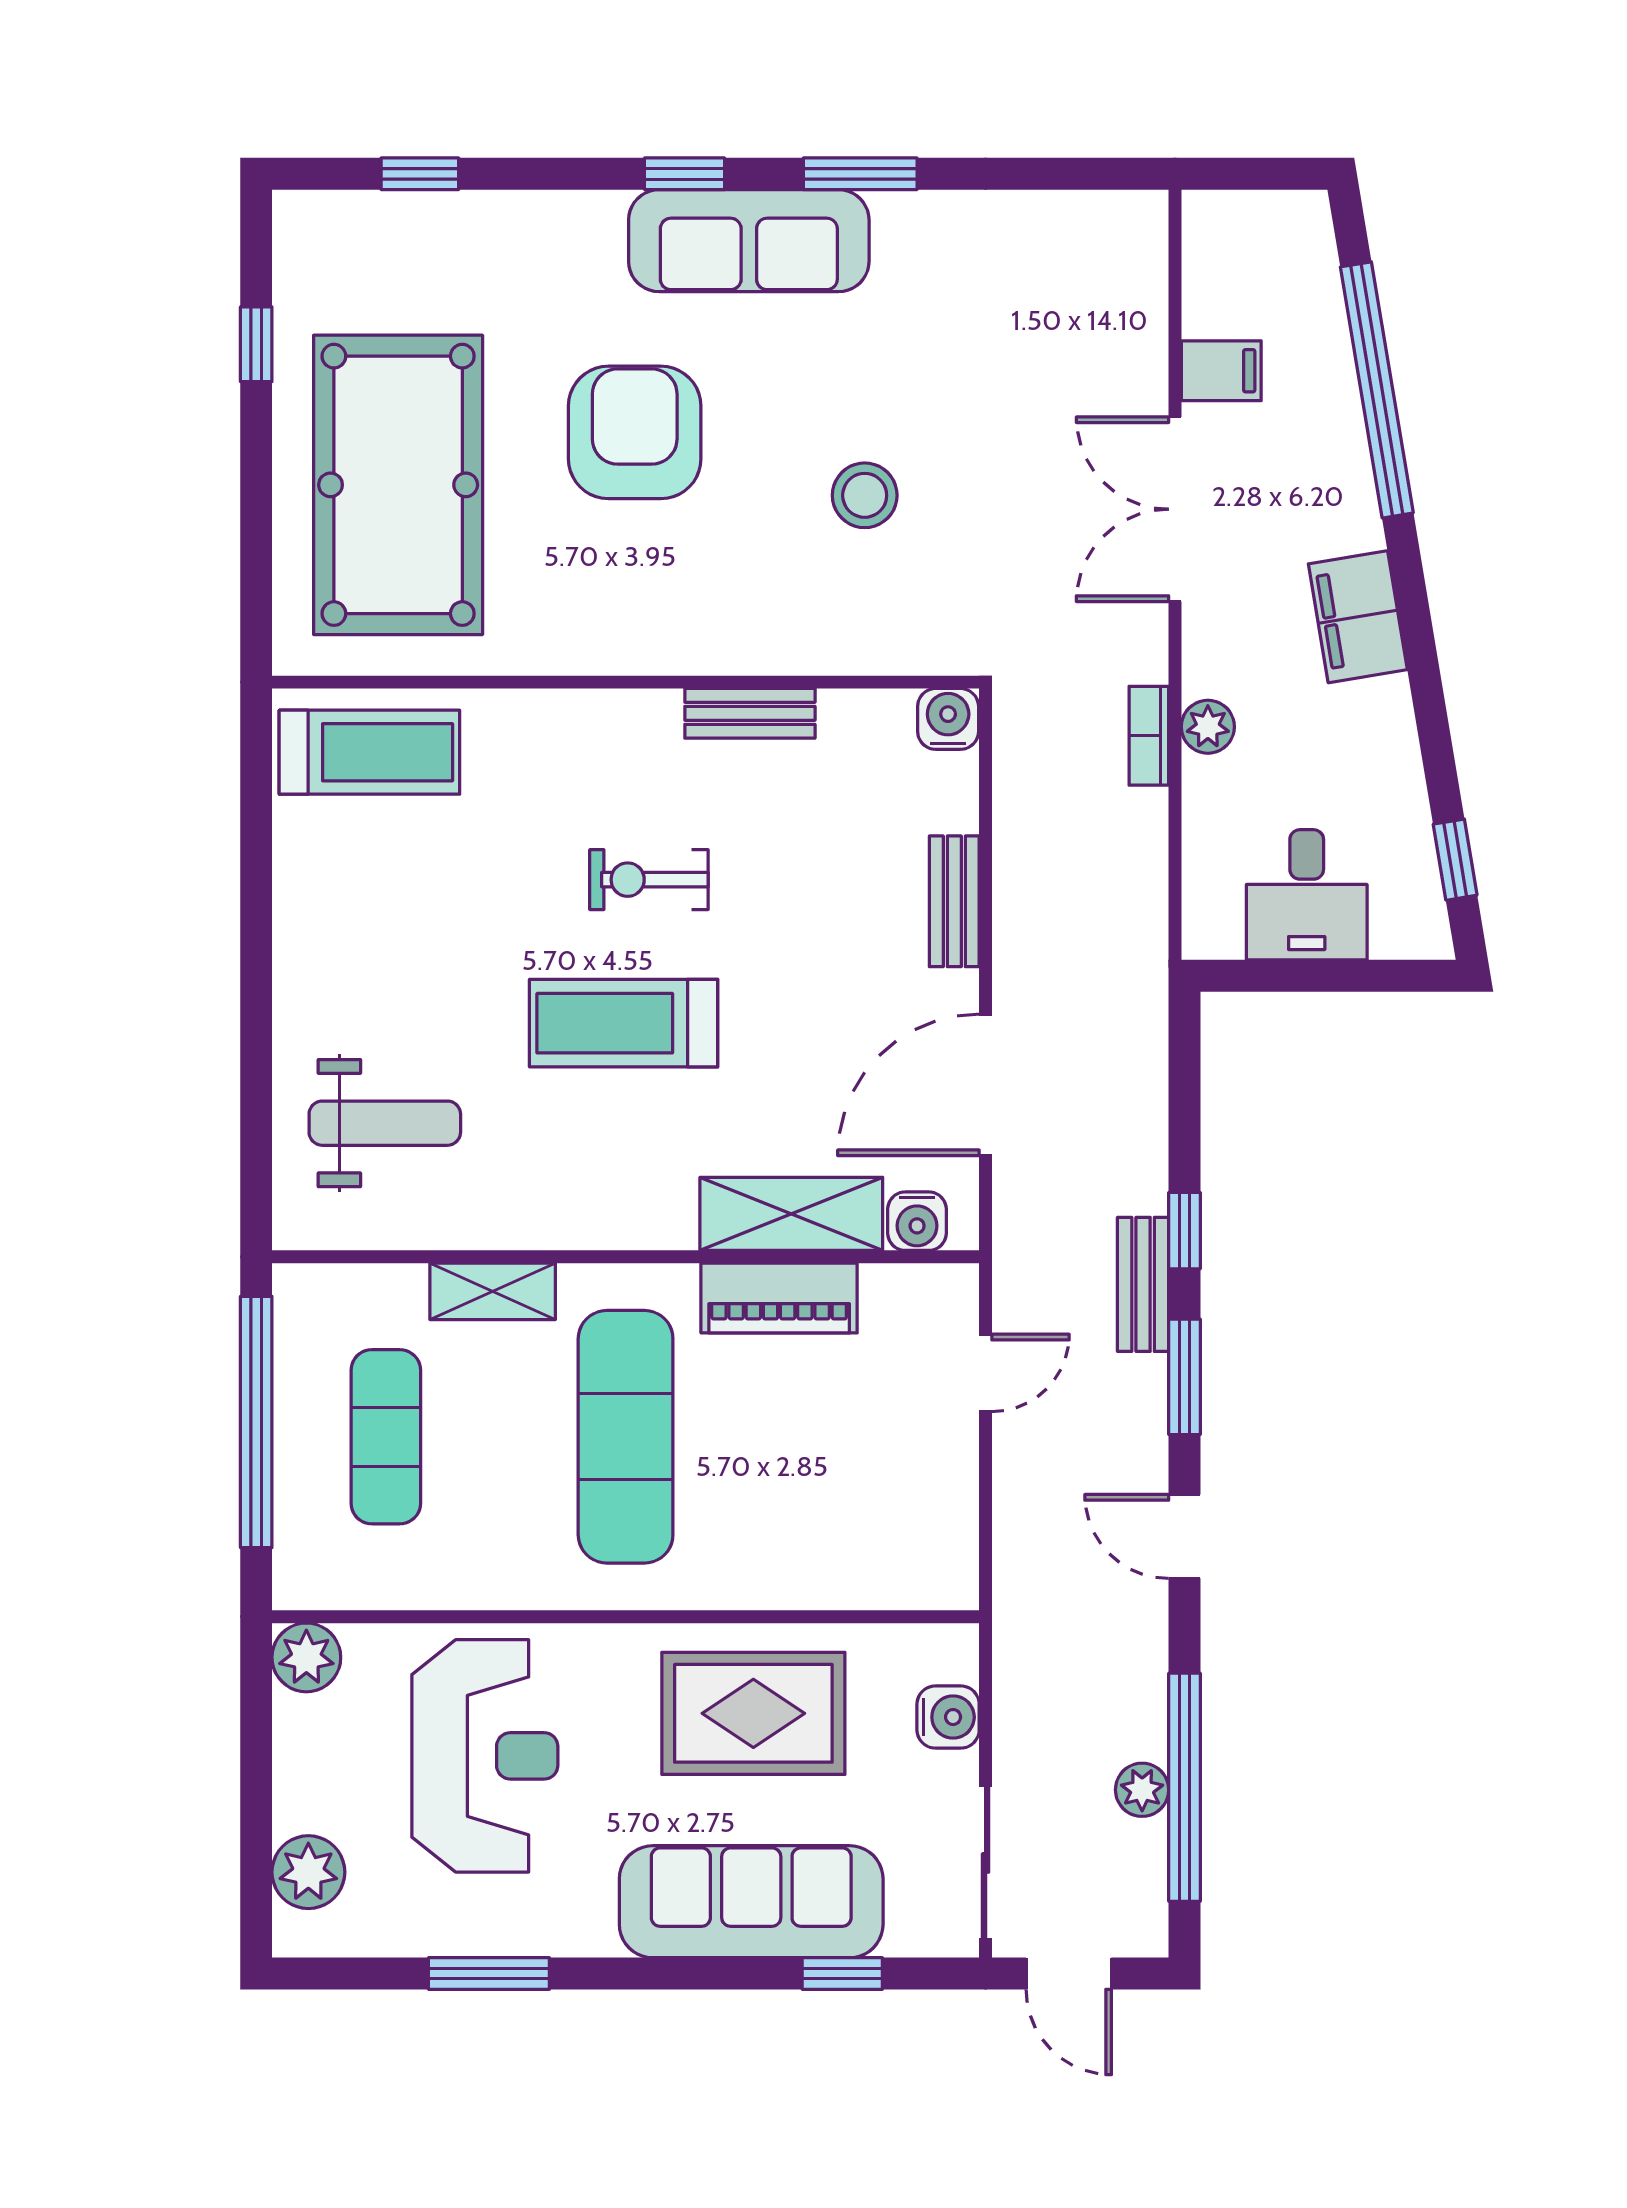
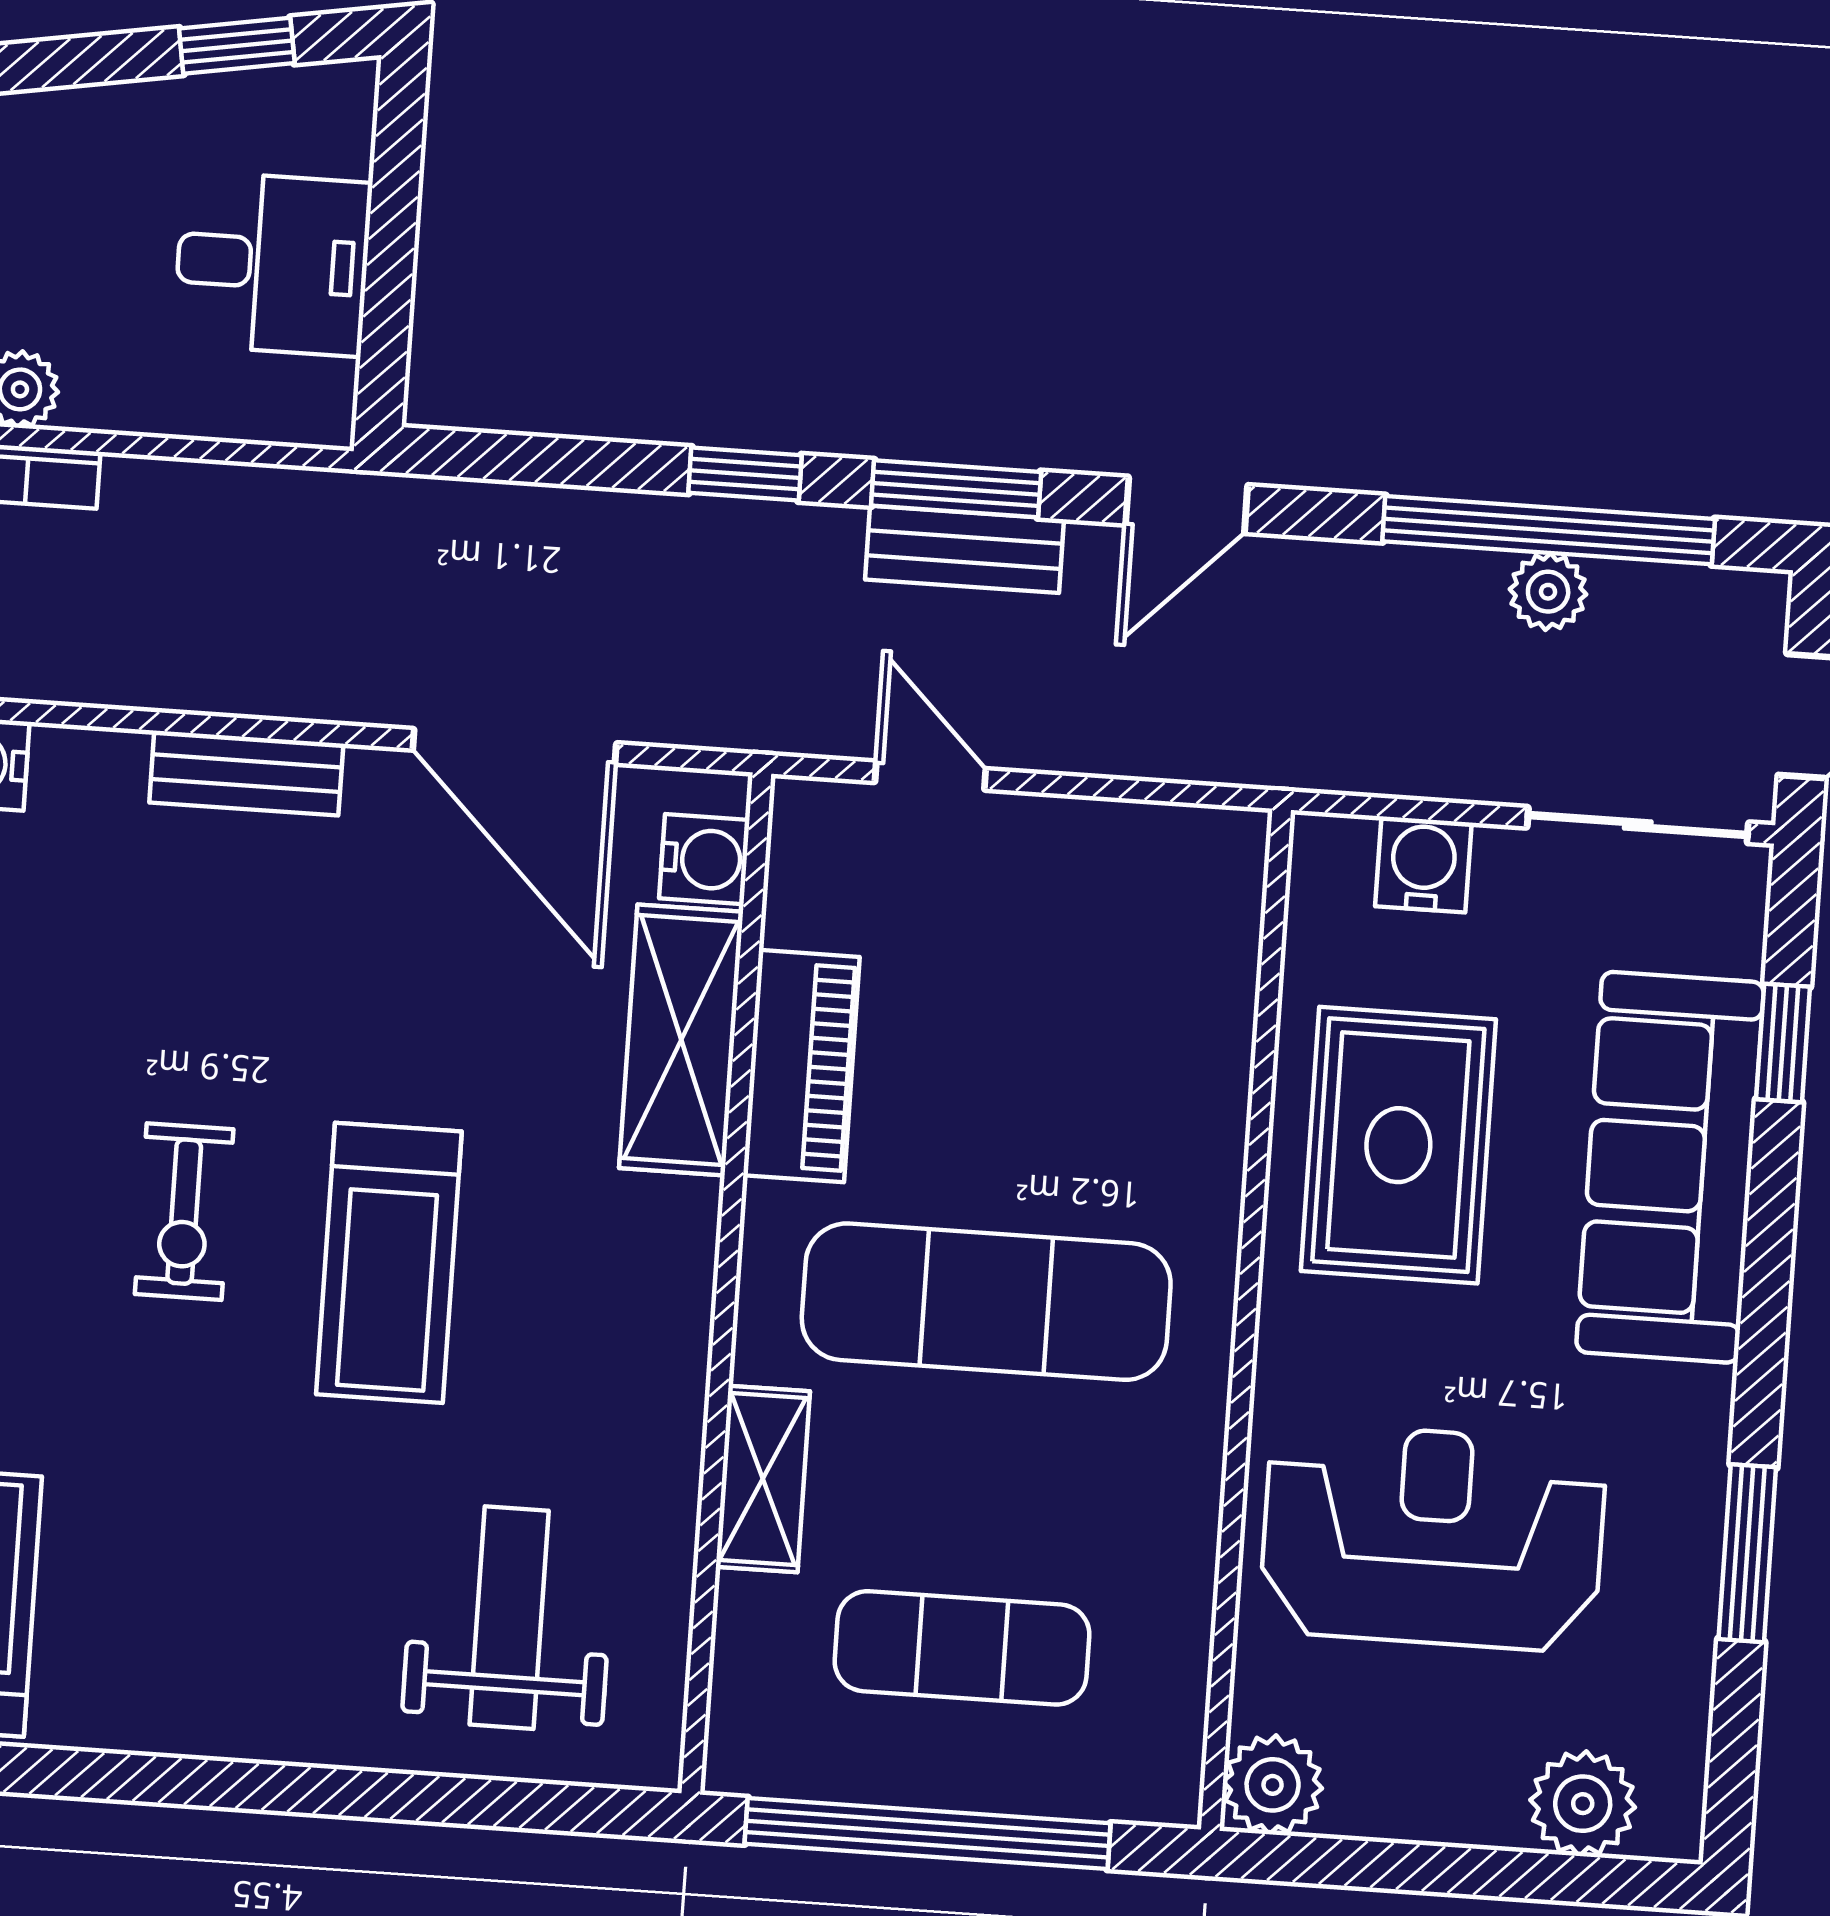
bench: (1143, 1284) -> (965, 549), moved

